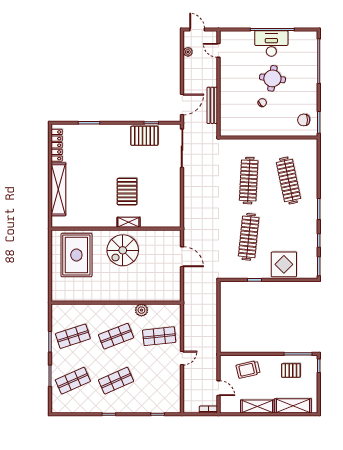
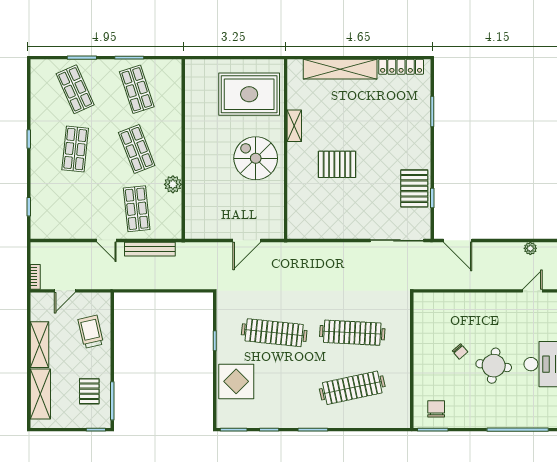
bench: (212, 105) -> (150, 249), moved
shelving: (128, 222) -> (294, 126), moved
shop shelf: (116, 381) -> (75, 149), turned 30

